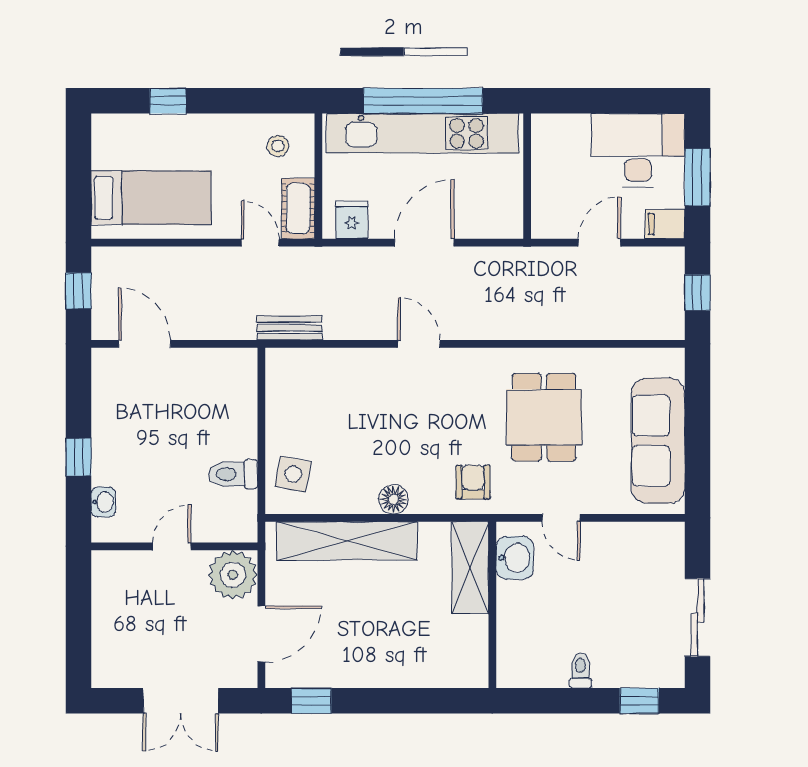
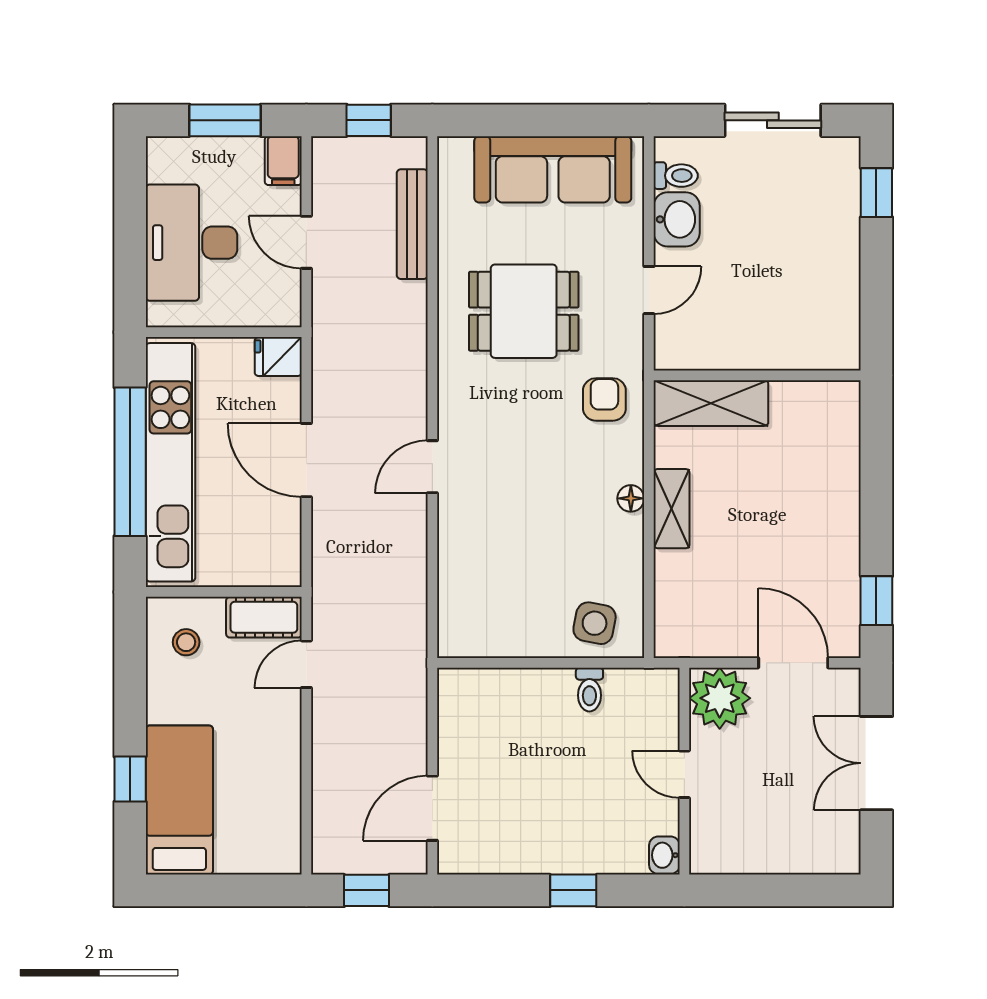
desk: (638, 150) -> (191, 243), moved
bed: (151, 198) -> (179, 800), moved
fridge: (352, 220) -> (278, 357), moved
bench: (289, 328) -> (412, 224), moved, width x1.36
toilet: (233, 474) -> (589, 690), width x0.73, depth x0.72
armchair: (473, 482) -> (604, 399), turned 90
floor lamp: (393, 499) -> (631, 498), width x0.73, depth x0.73
washbasin: (103, 502) -> (664, 855), moved, turned -90
shelving: (347, 541) -> (672, 509), width x0.45, depth x0.75
washbasin: (515, 558) -> (677, 219), moved, turned 90
toilet: (580, 670) -> (676, 176), moved, turned 180
double door: (181, 701) -> (876, 763), swing flipped

